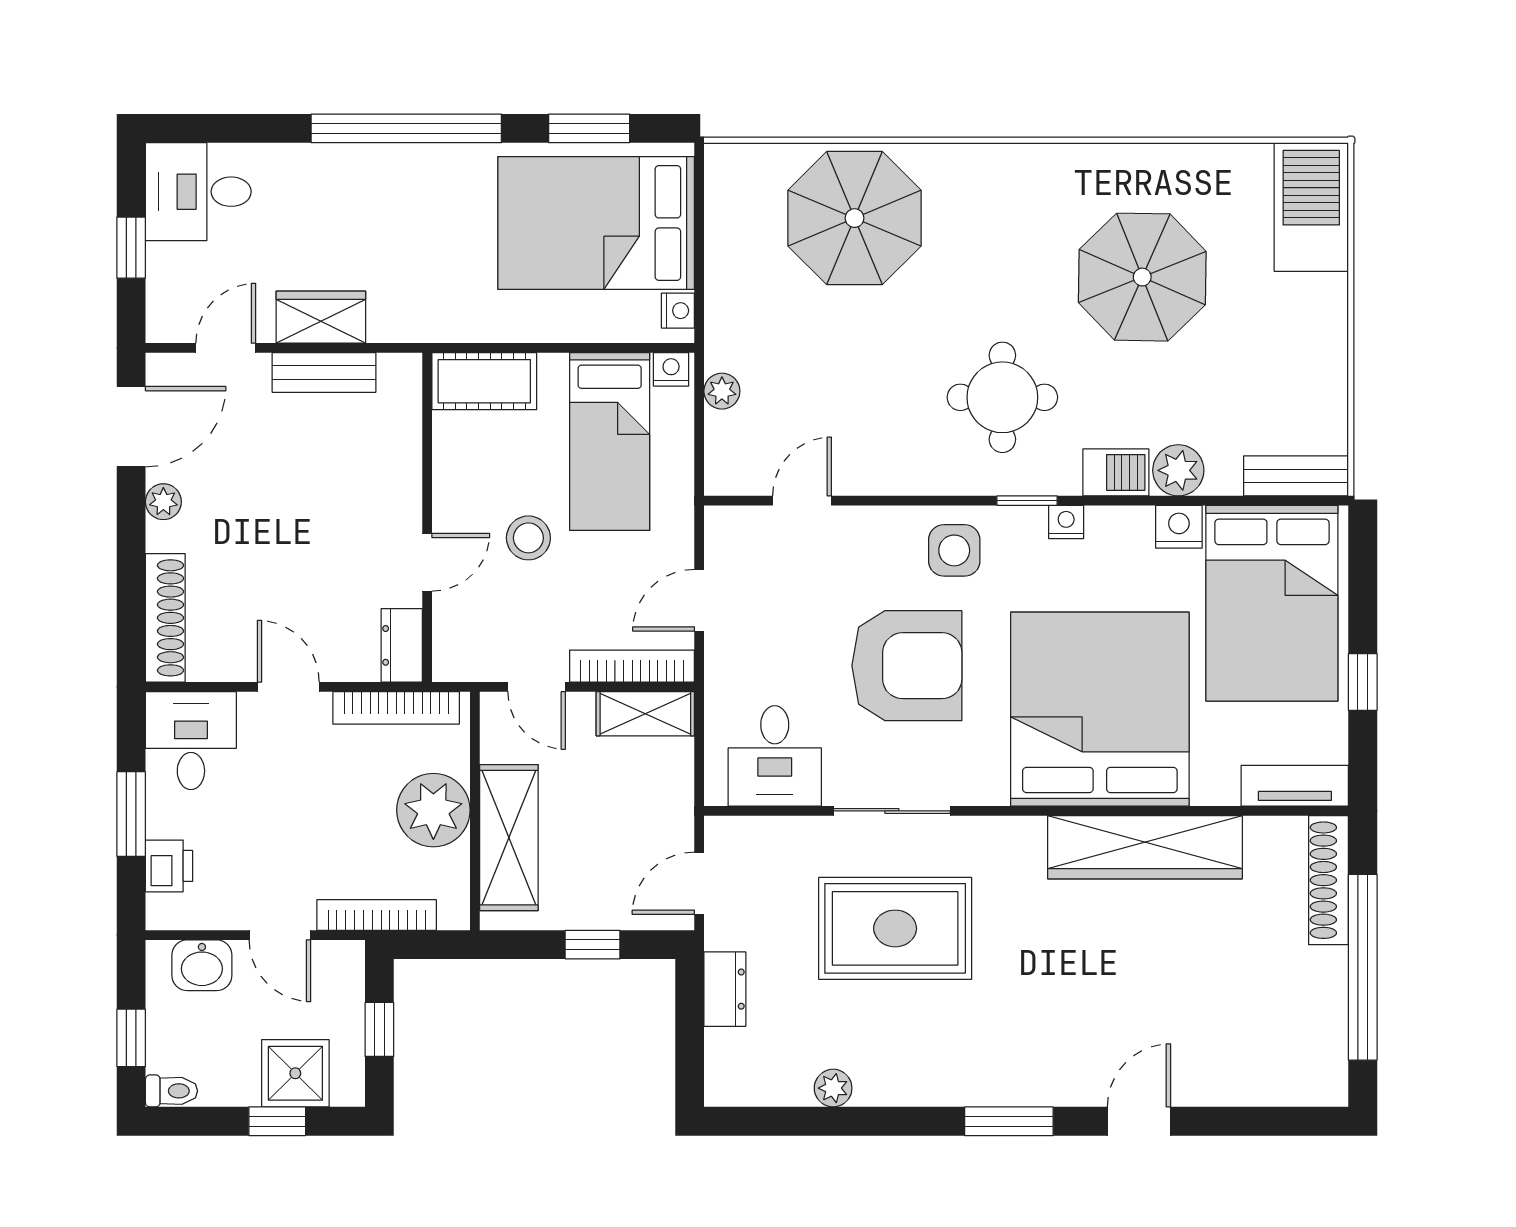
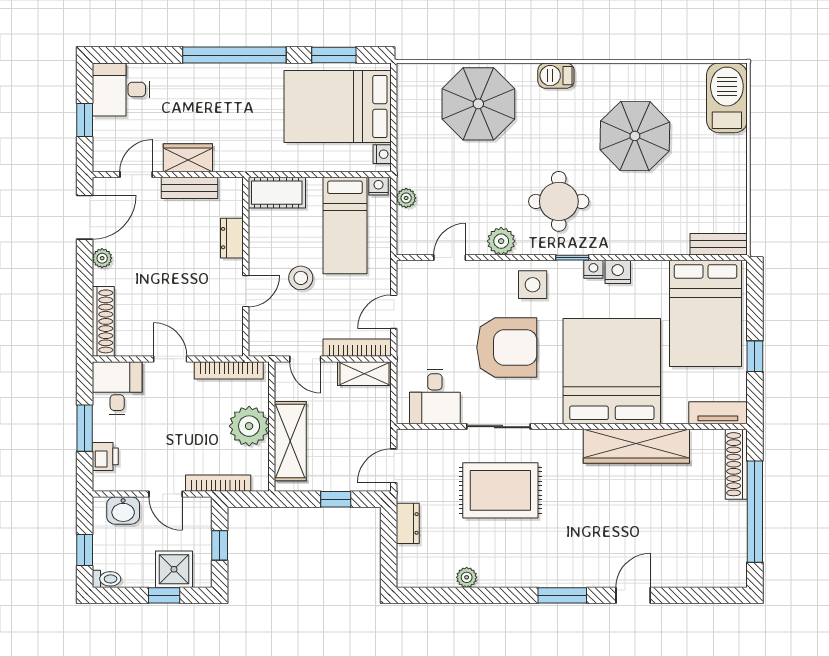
plant: (1178, 470) -> (501, 241), moved
barbecue: (1116, 472) -> (556, 76), moved, turned 180
nightstand: (1179, 527) -> (618, 272), moved
dresser: (402, 645) -> (232, 238), moved

